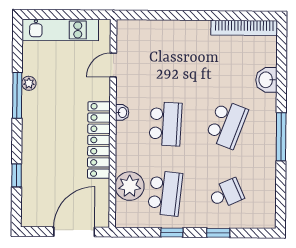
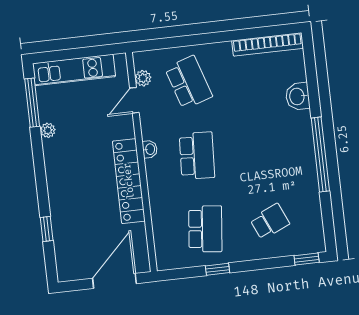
window: (17, 95) -> (32, 103), moved
school desk: (227, 124) -> (189, 82), moved, turned -39
window: (281, 137) -> (320, 155), width x1.46
plant: (130, 186) -> (143, 78), moved, width x0.53, depth x0.53
window: (218, 233) -> (307, 259), moved

